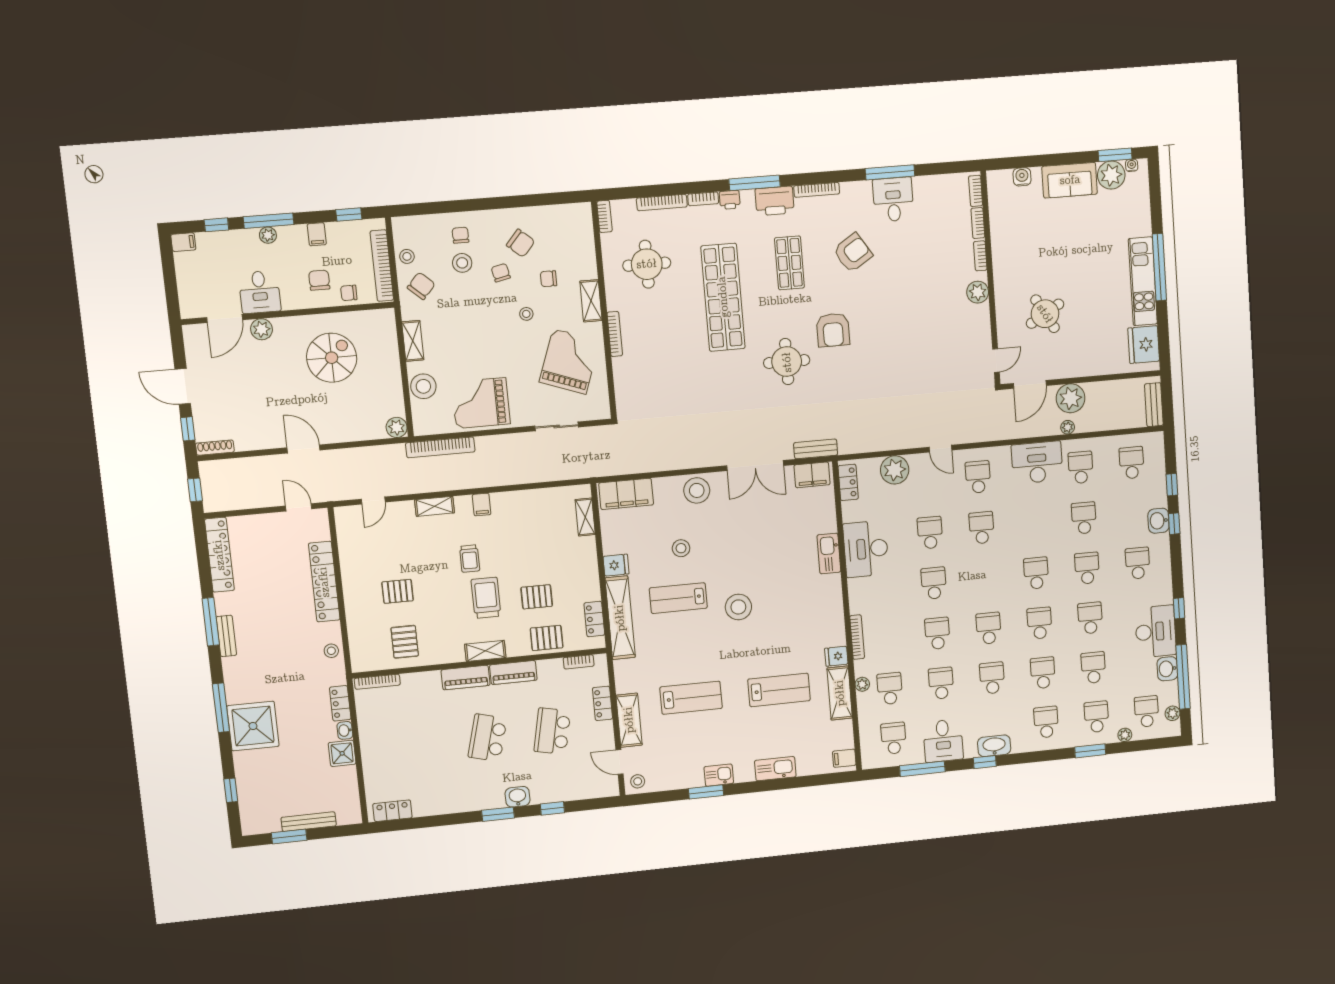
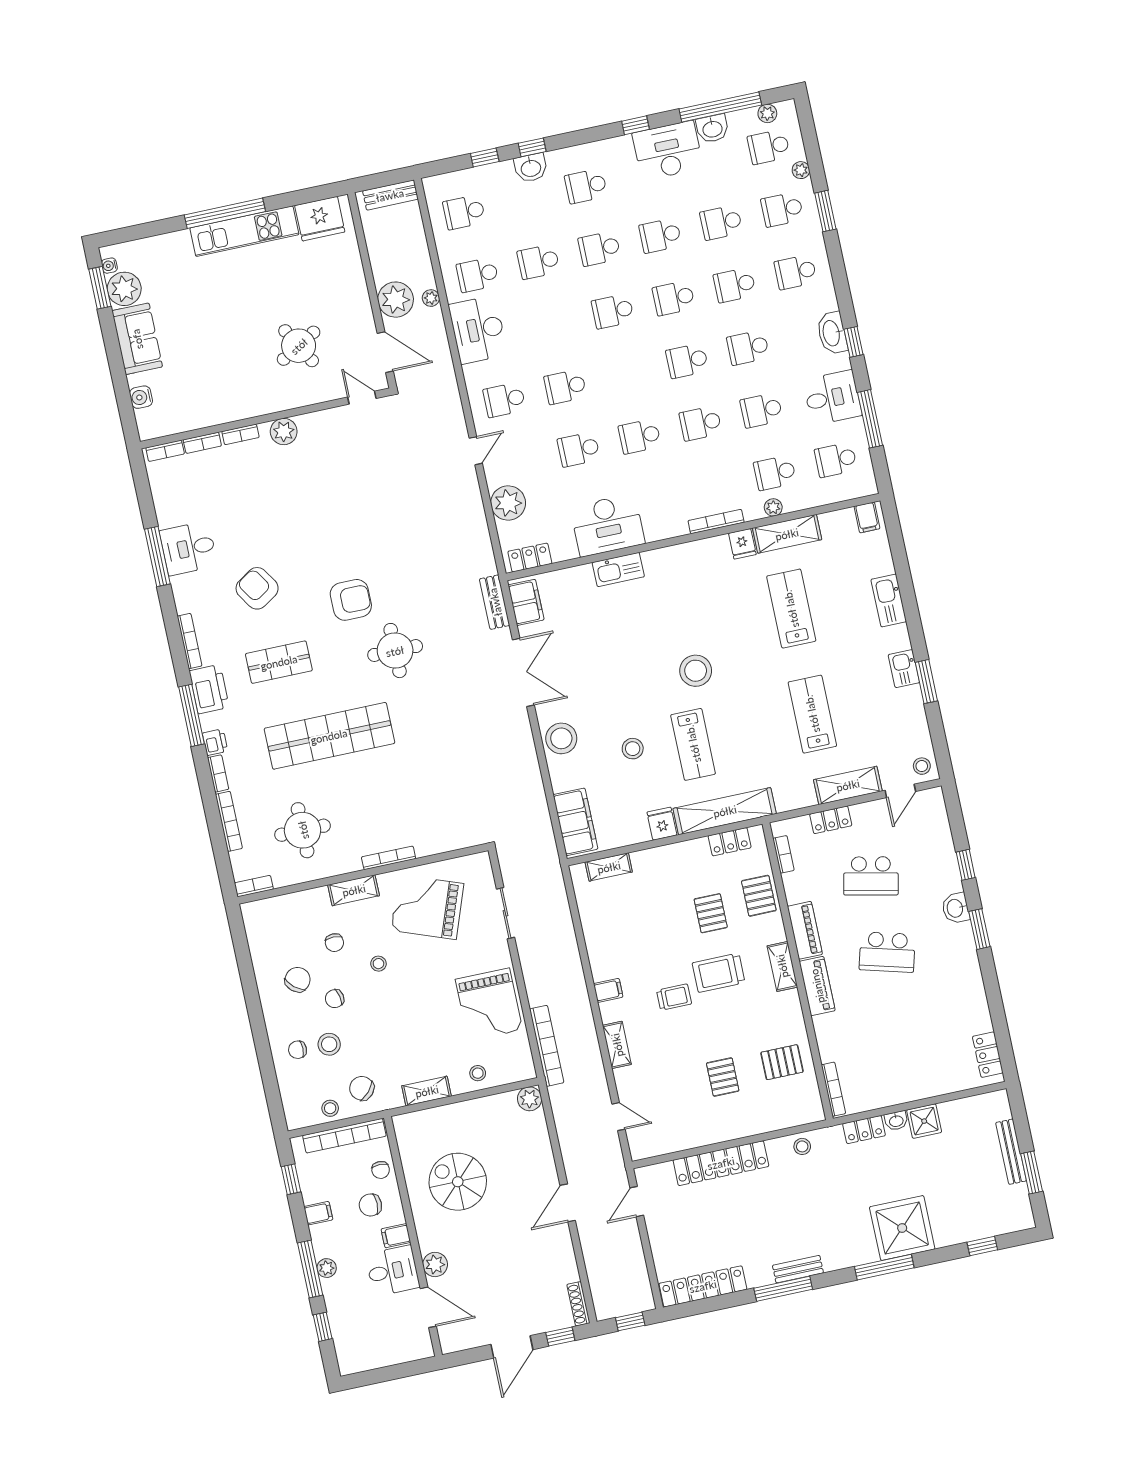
filing cabinet: (183, 242) -> (396, 1236), moved, turned -90
stool: (423, 386) -> (478, 1073), width x0.53, depth x0.53

